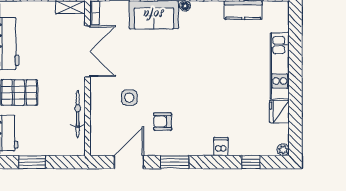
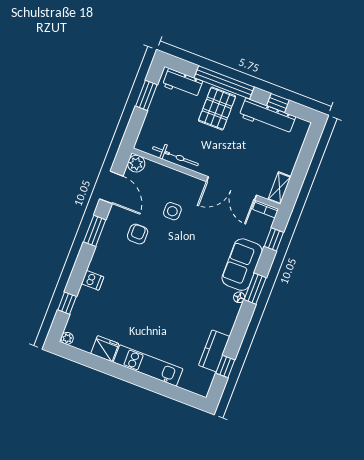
plant: (98, 147) -> (136, 164), added

